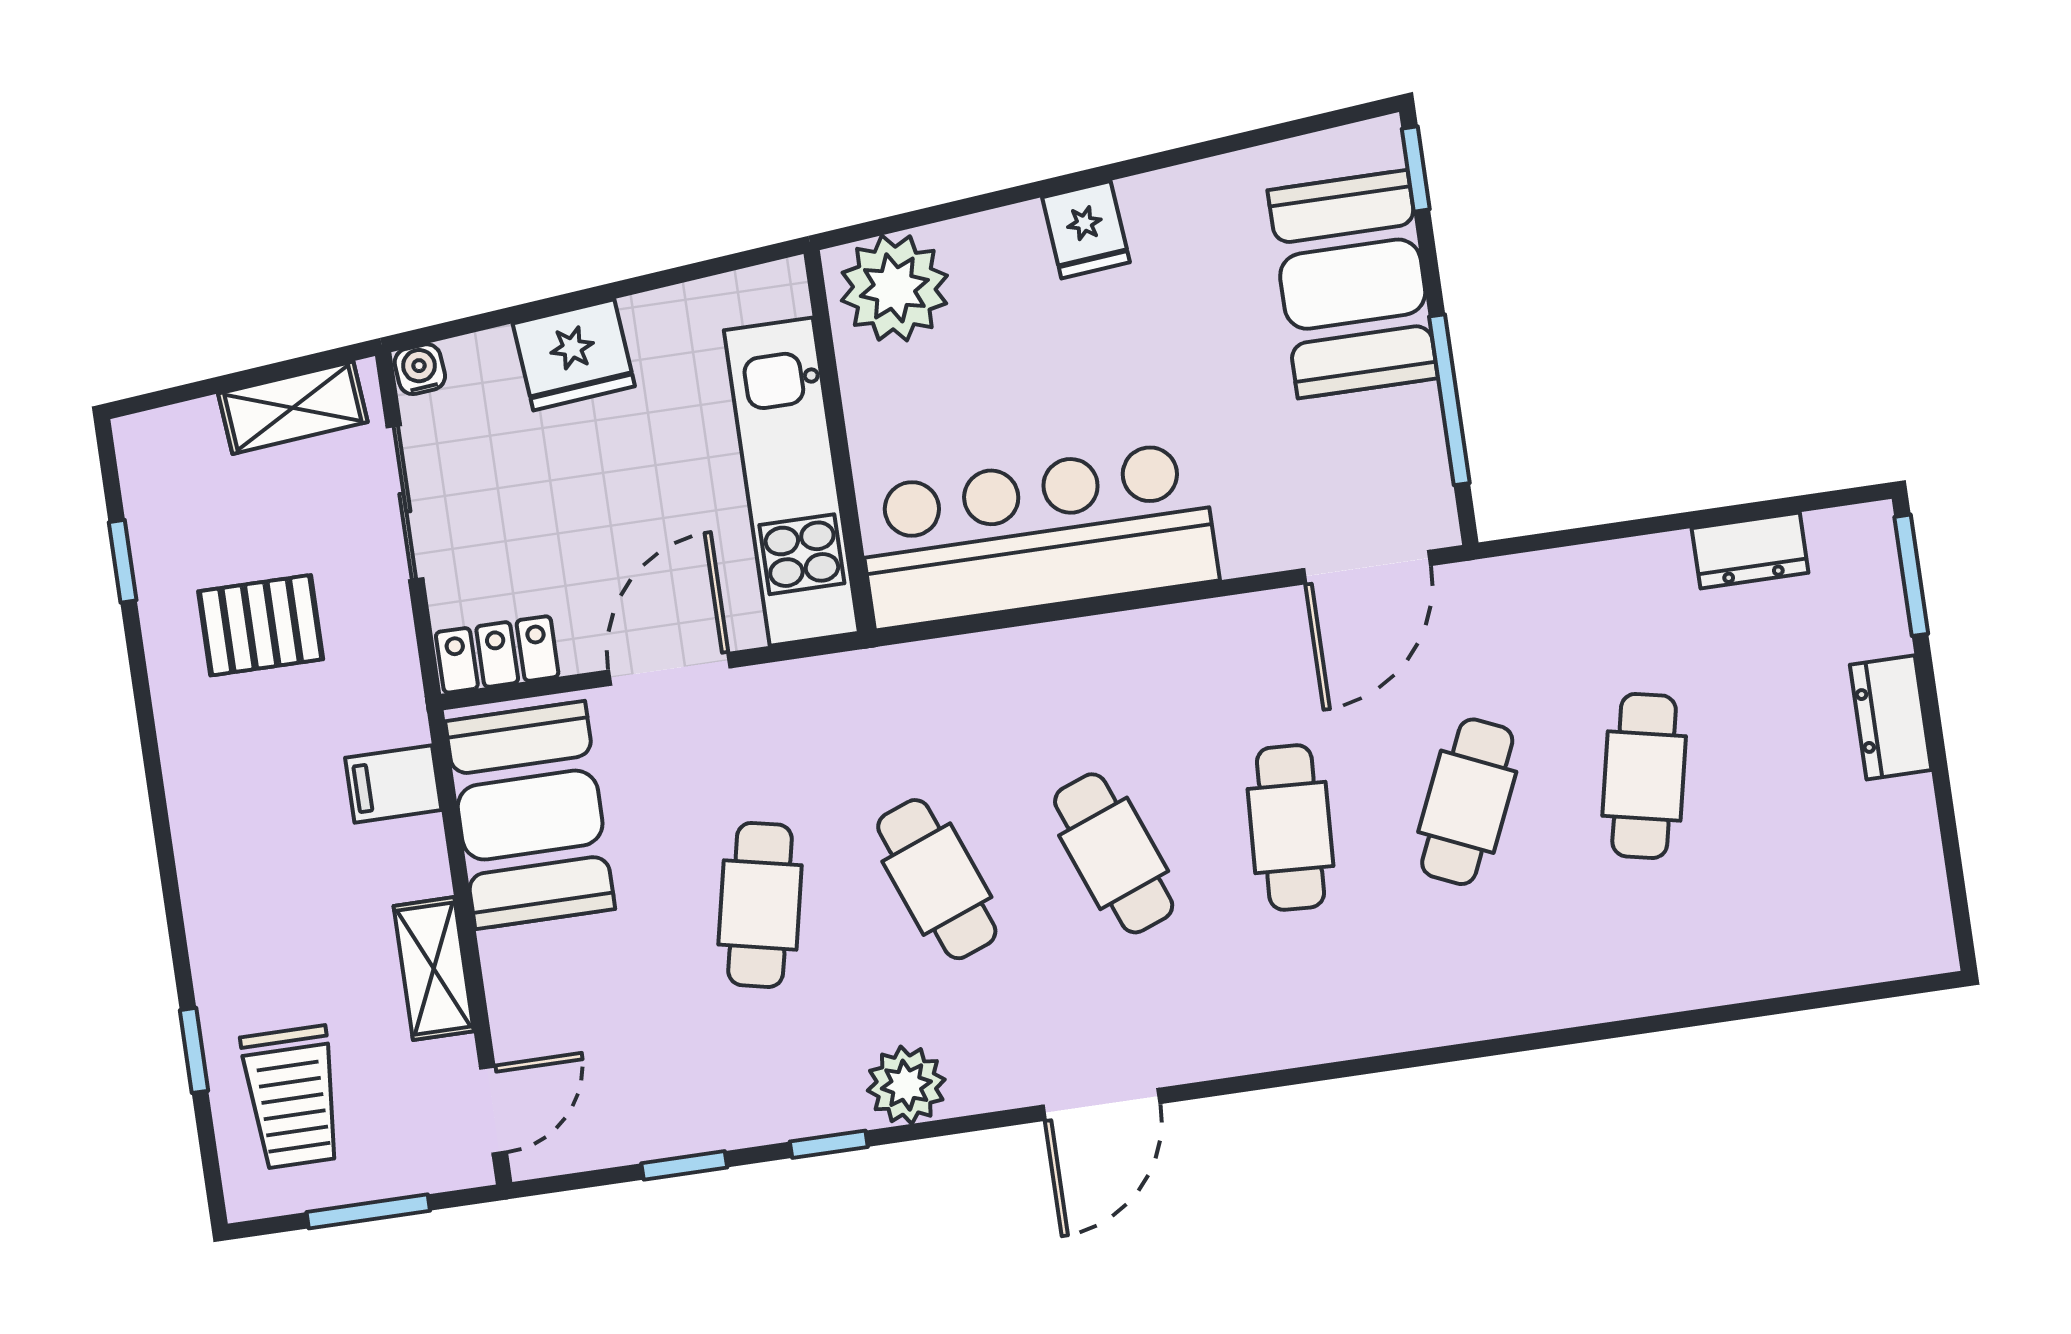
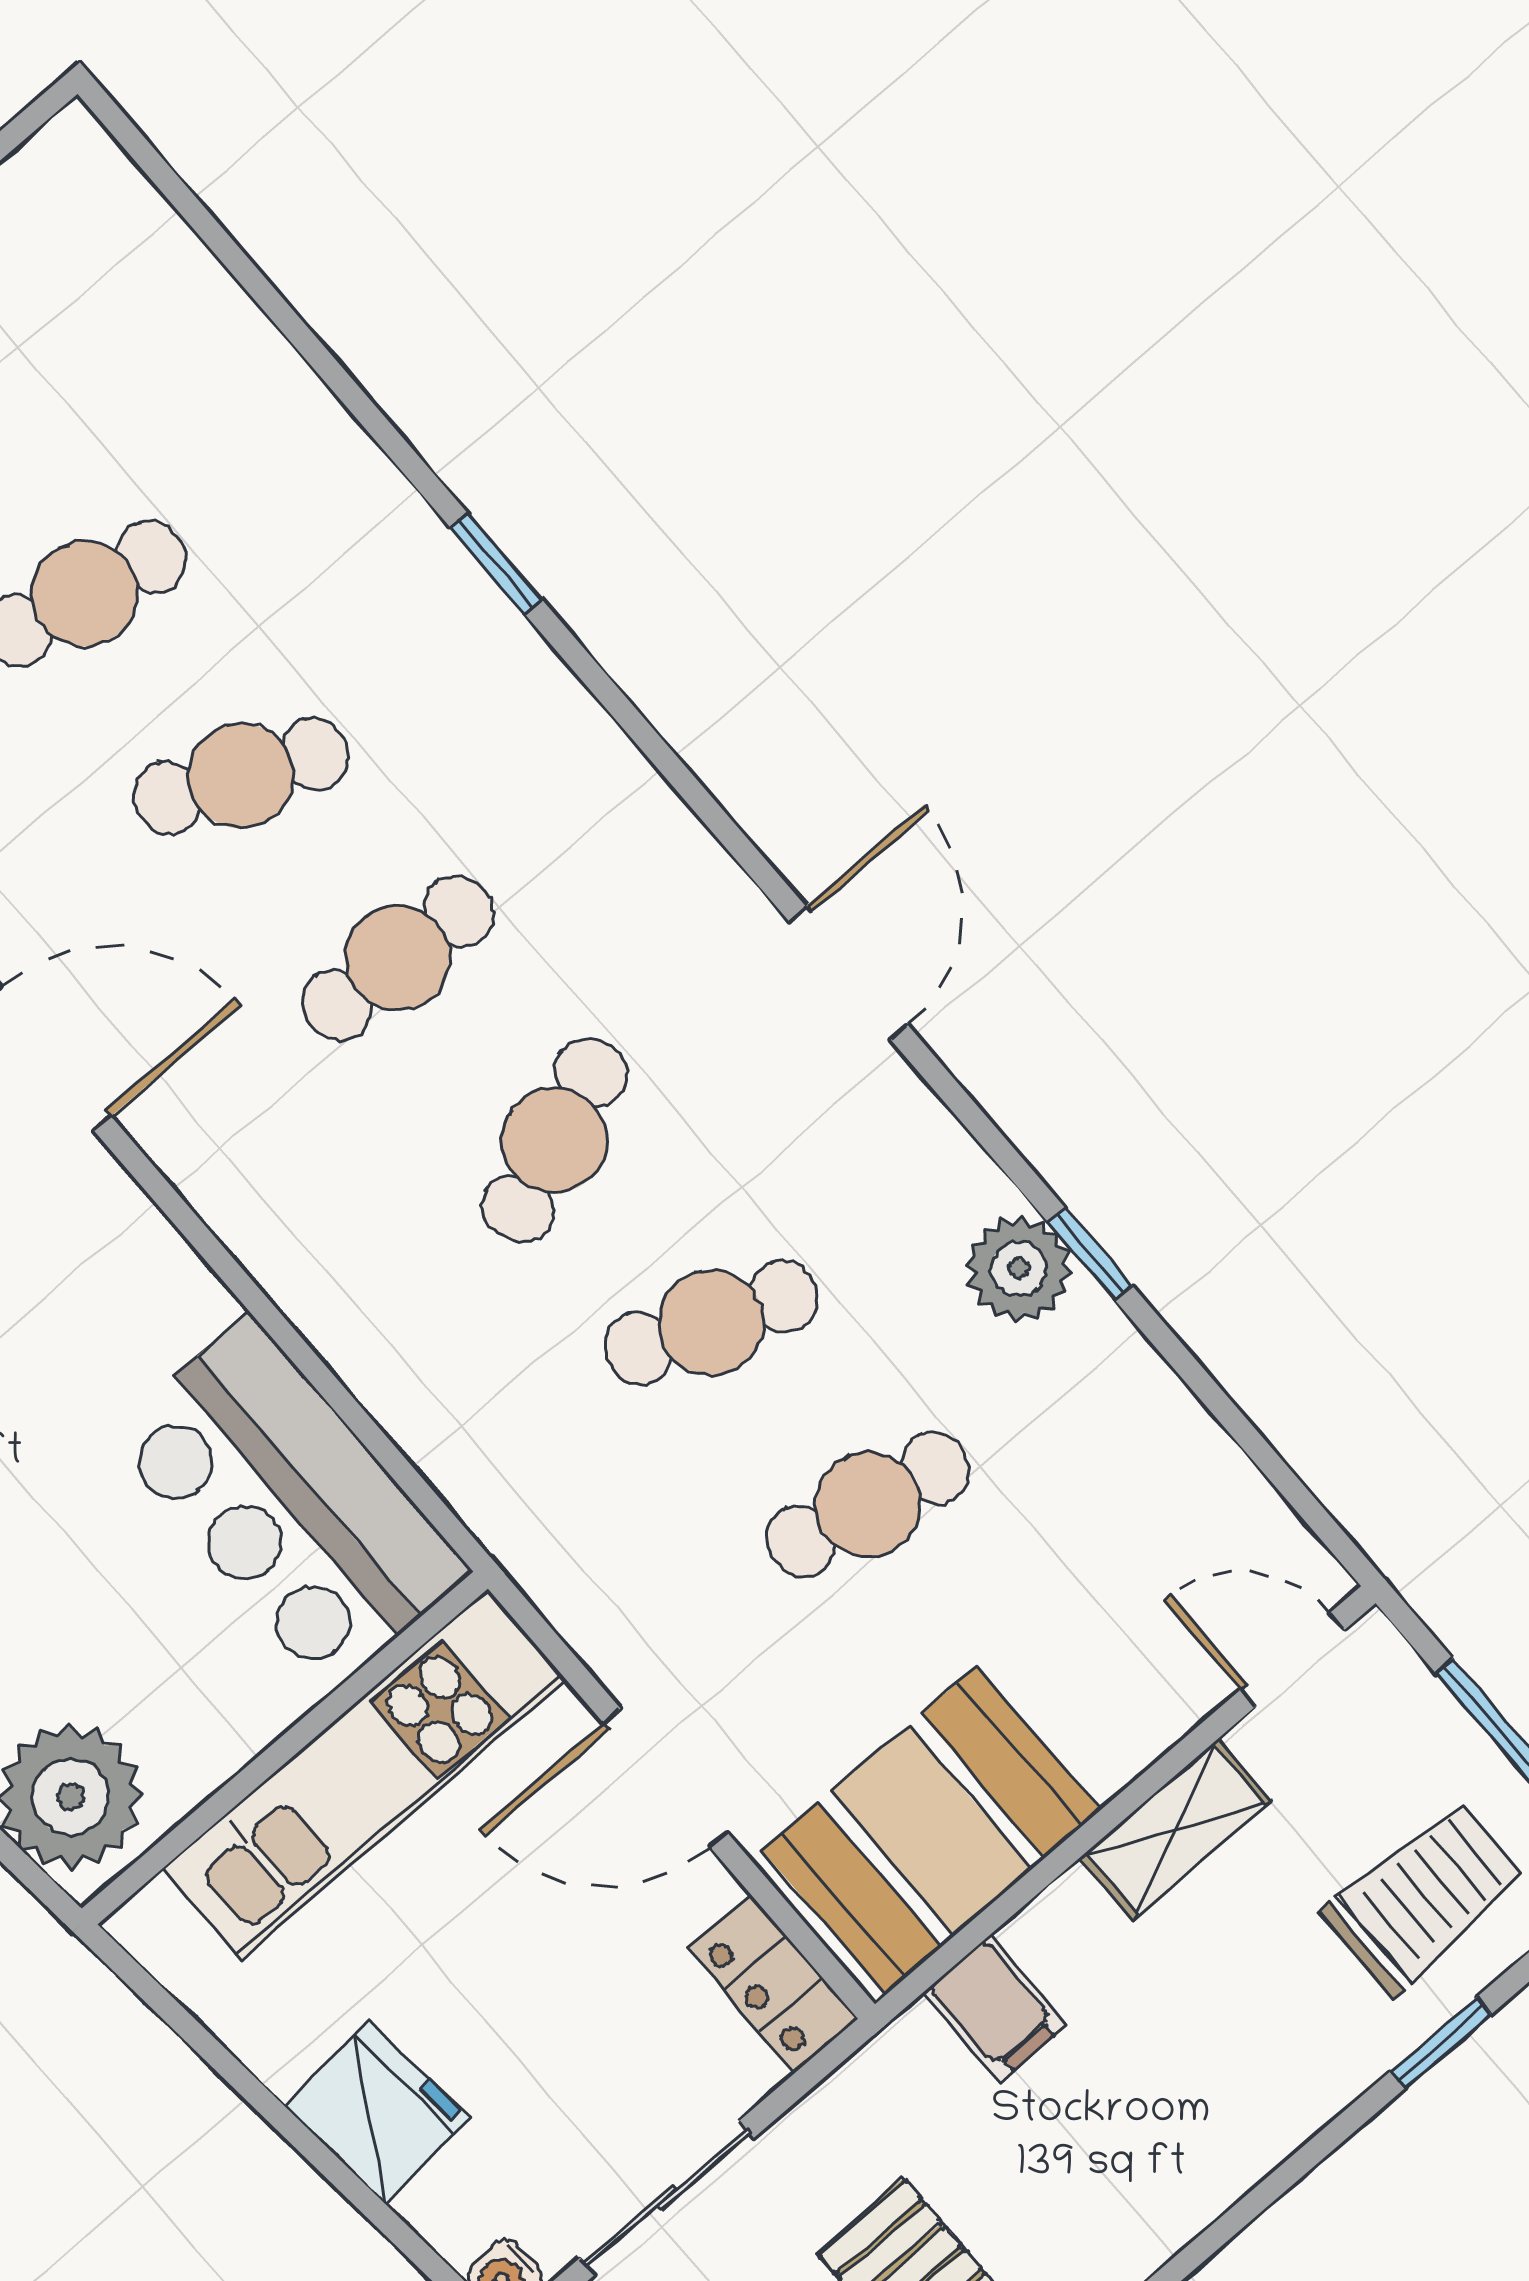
bar counter: (1037, 535) -> (289, 1504), width x0.73
cafe table: (937, 879) -> (711, 1322), turned 42
plant: (906, 1085) -> (1019, 1269), moved
door: (1101, 1104) -> (848, 973), hinge flipped
window: (684, 1165) -> (496, 563), moved

